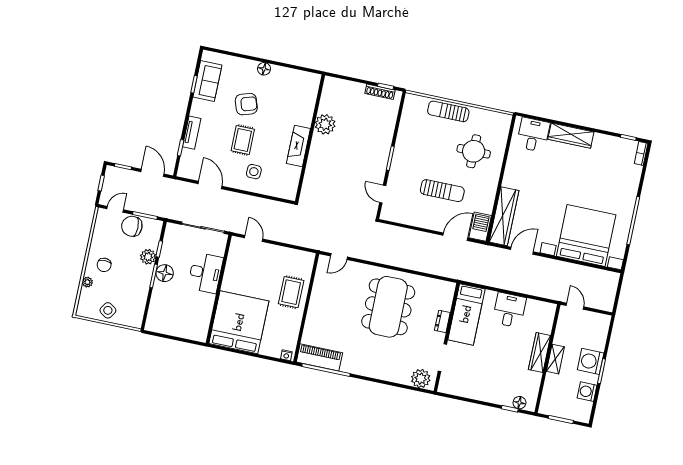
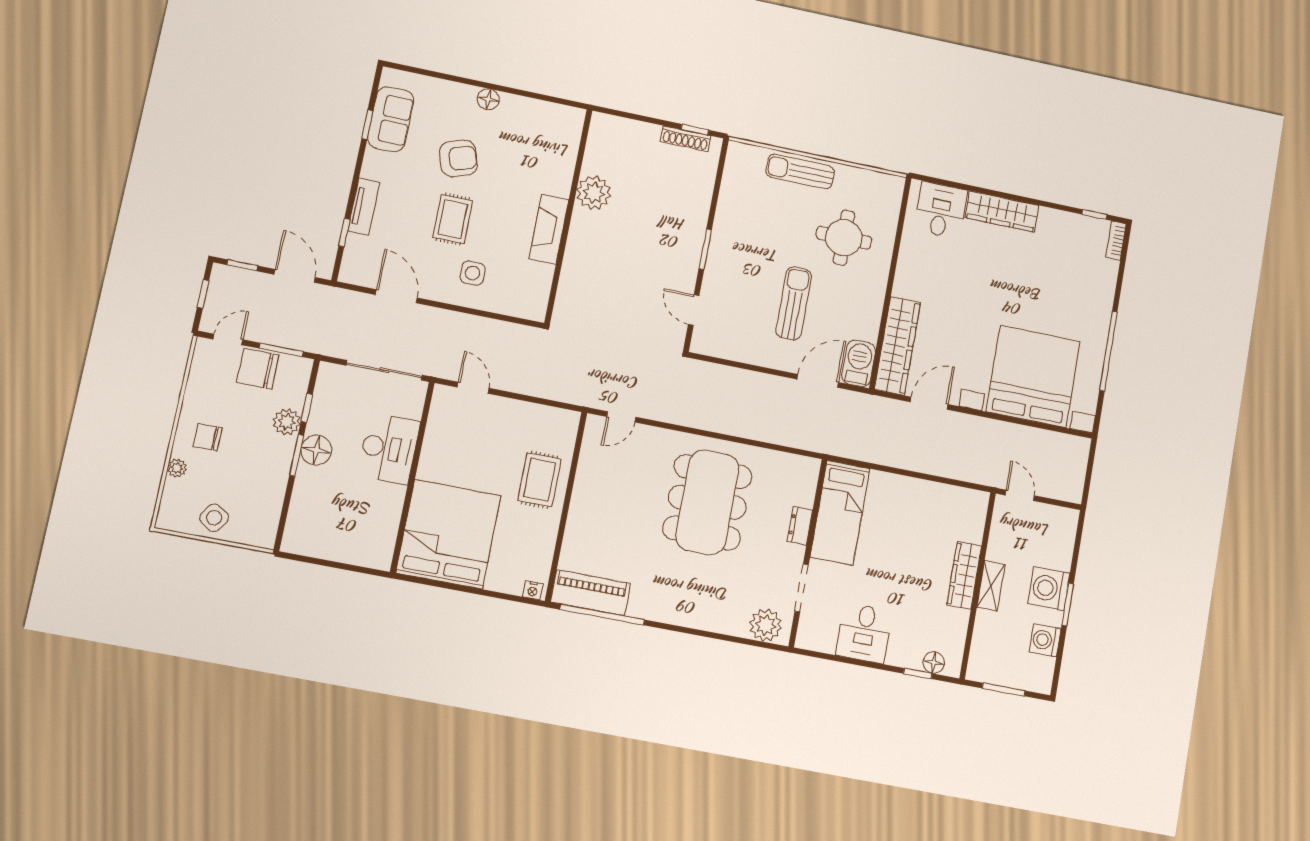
sun lounger: (442, 191) -> (794, 303), turned -90
chair: (104, 265) -> (208, 437), turned 90
desk: (509, 310) -> (864, 633), moved, turned 180

